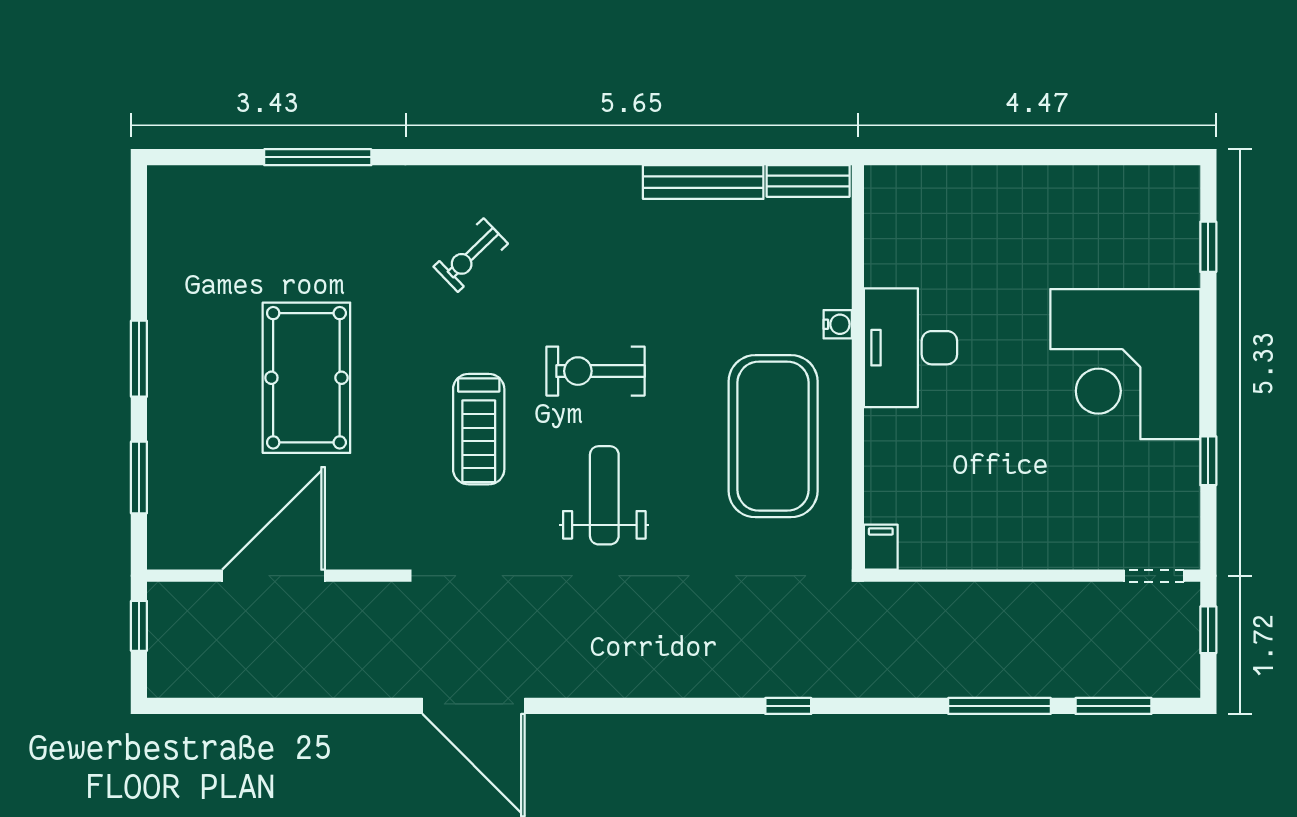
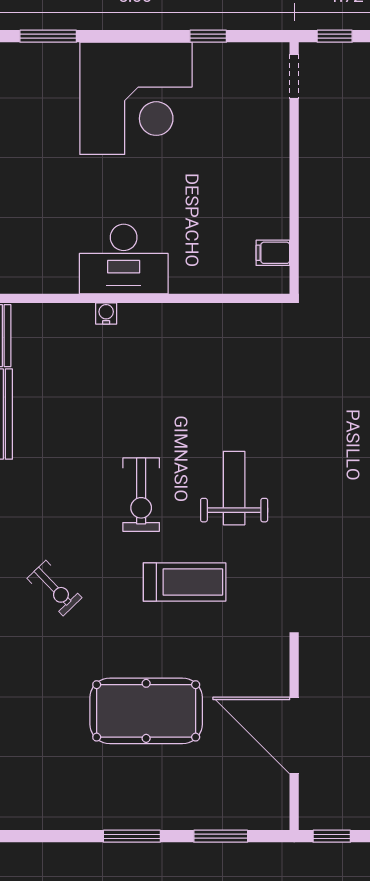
window: (1208, 247) -> (48, 36), width x1.50
exercise mat: (773, 436) -> (190, 362), removed
weight bench: (604, 495) -> (234, 488), turned 90
filing cabinet: (881, 547) -> (273, 253), moved

